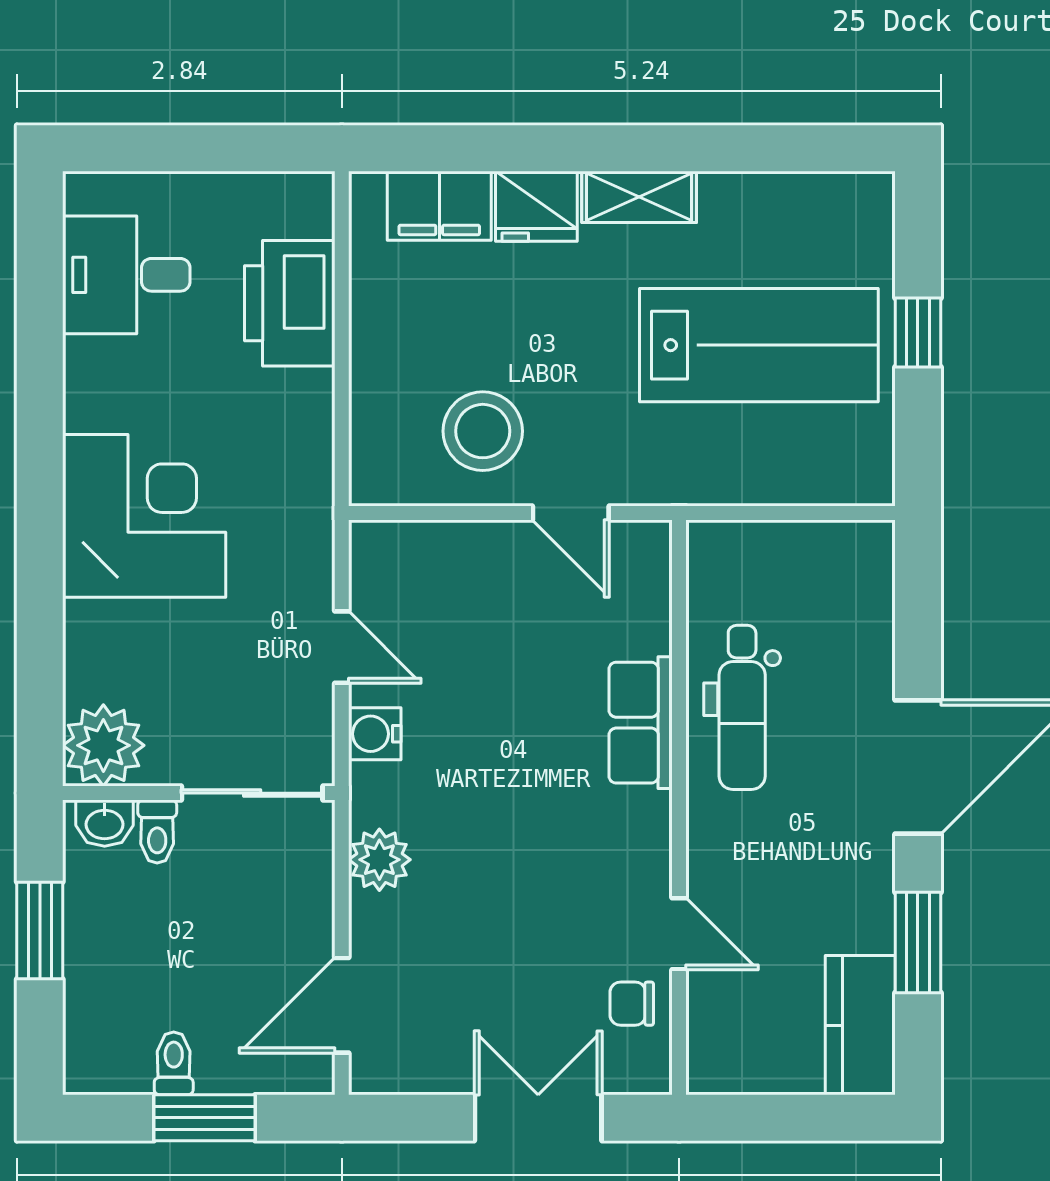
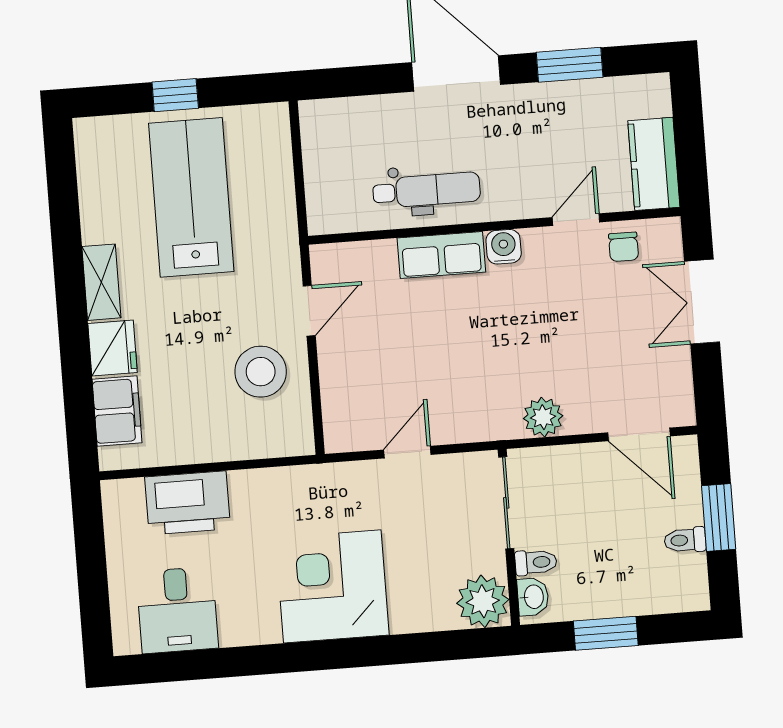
water cooler: (375, 734) -> (504, 247), moved, turned 180
kitchen counter: (860, 1025) -> (654, 164), moved, turned 90

